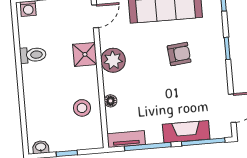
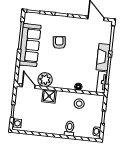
toilet: (33, 55) -> (70, 129), moved
plant: (113, 60) -> (45, 80), moved
fireplace: (186, 132) -> (103, 57), moved

